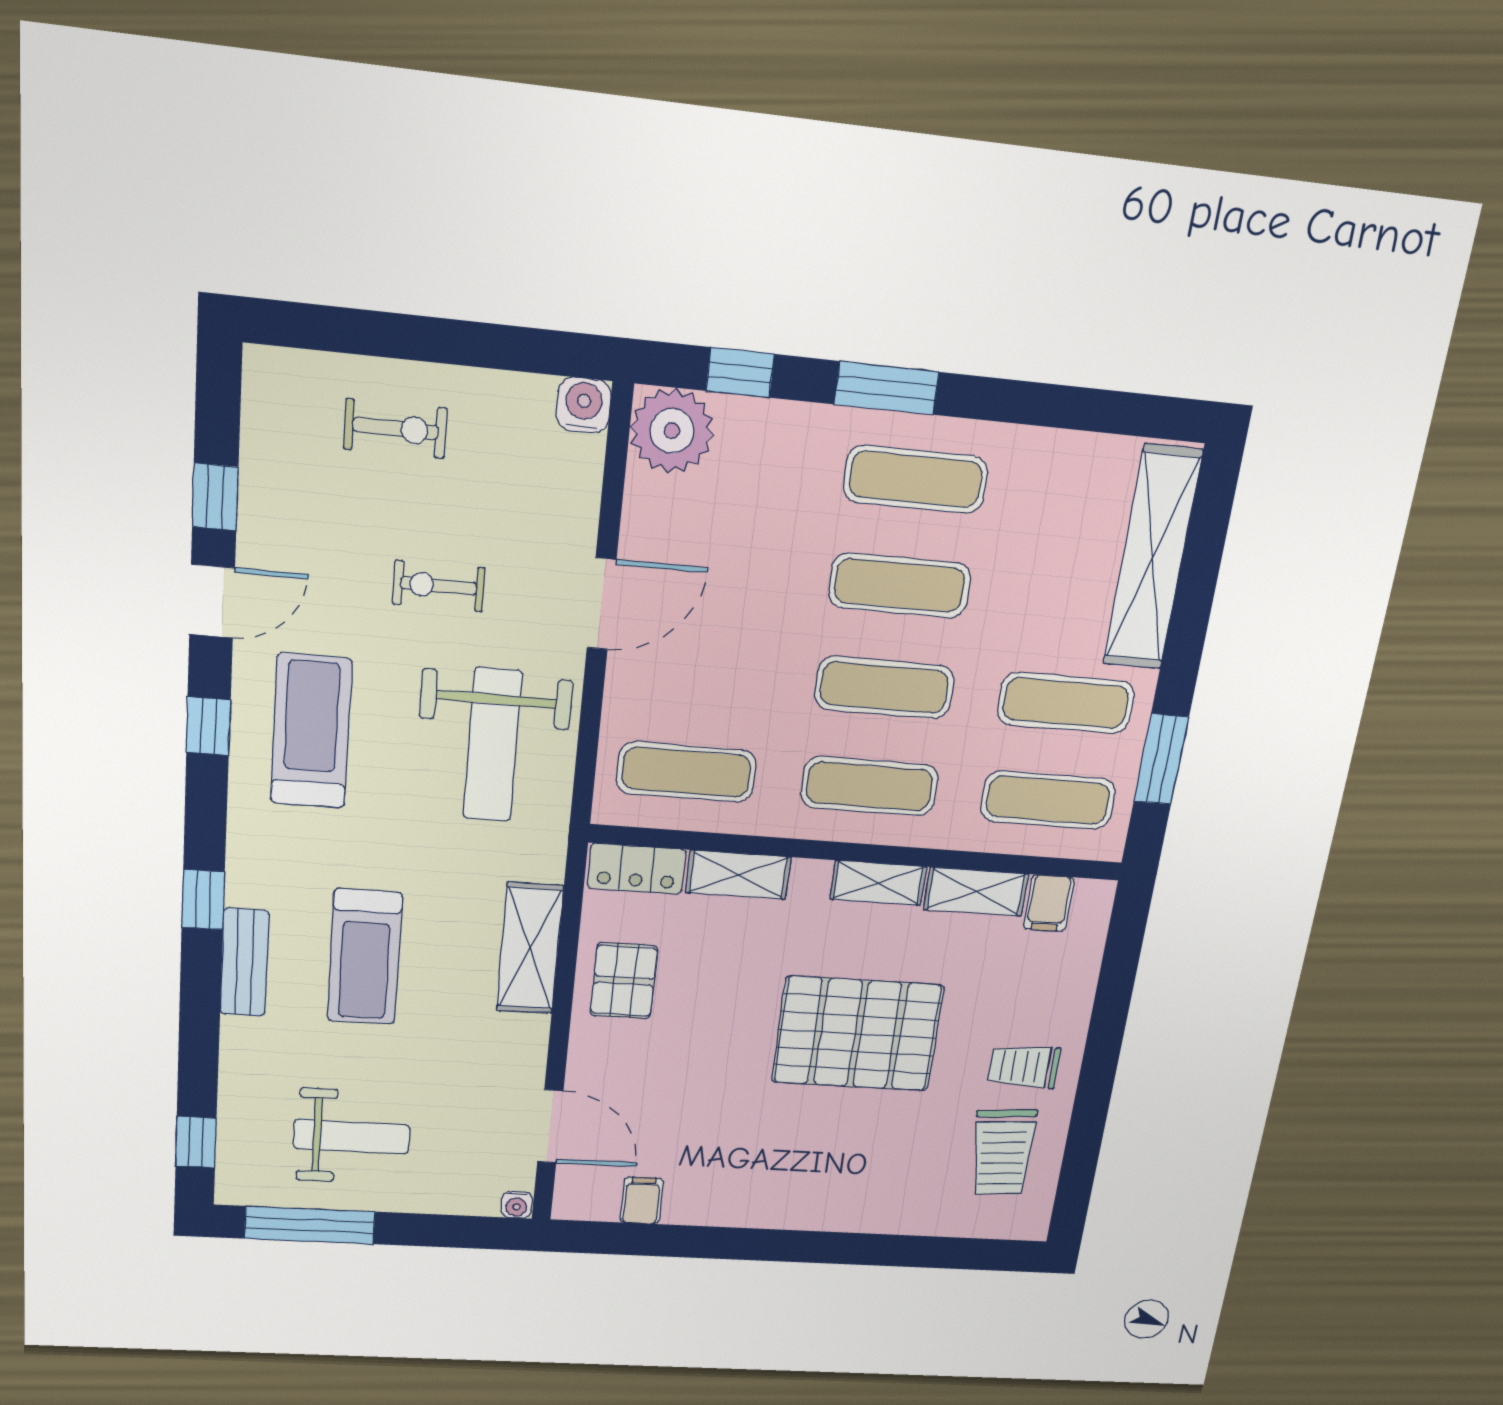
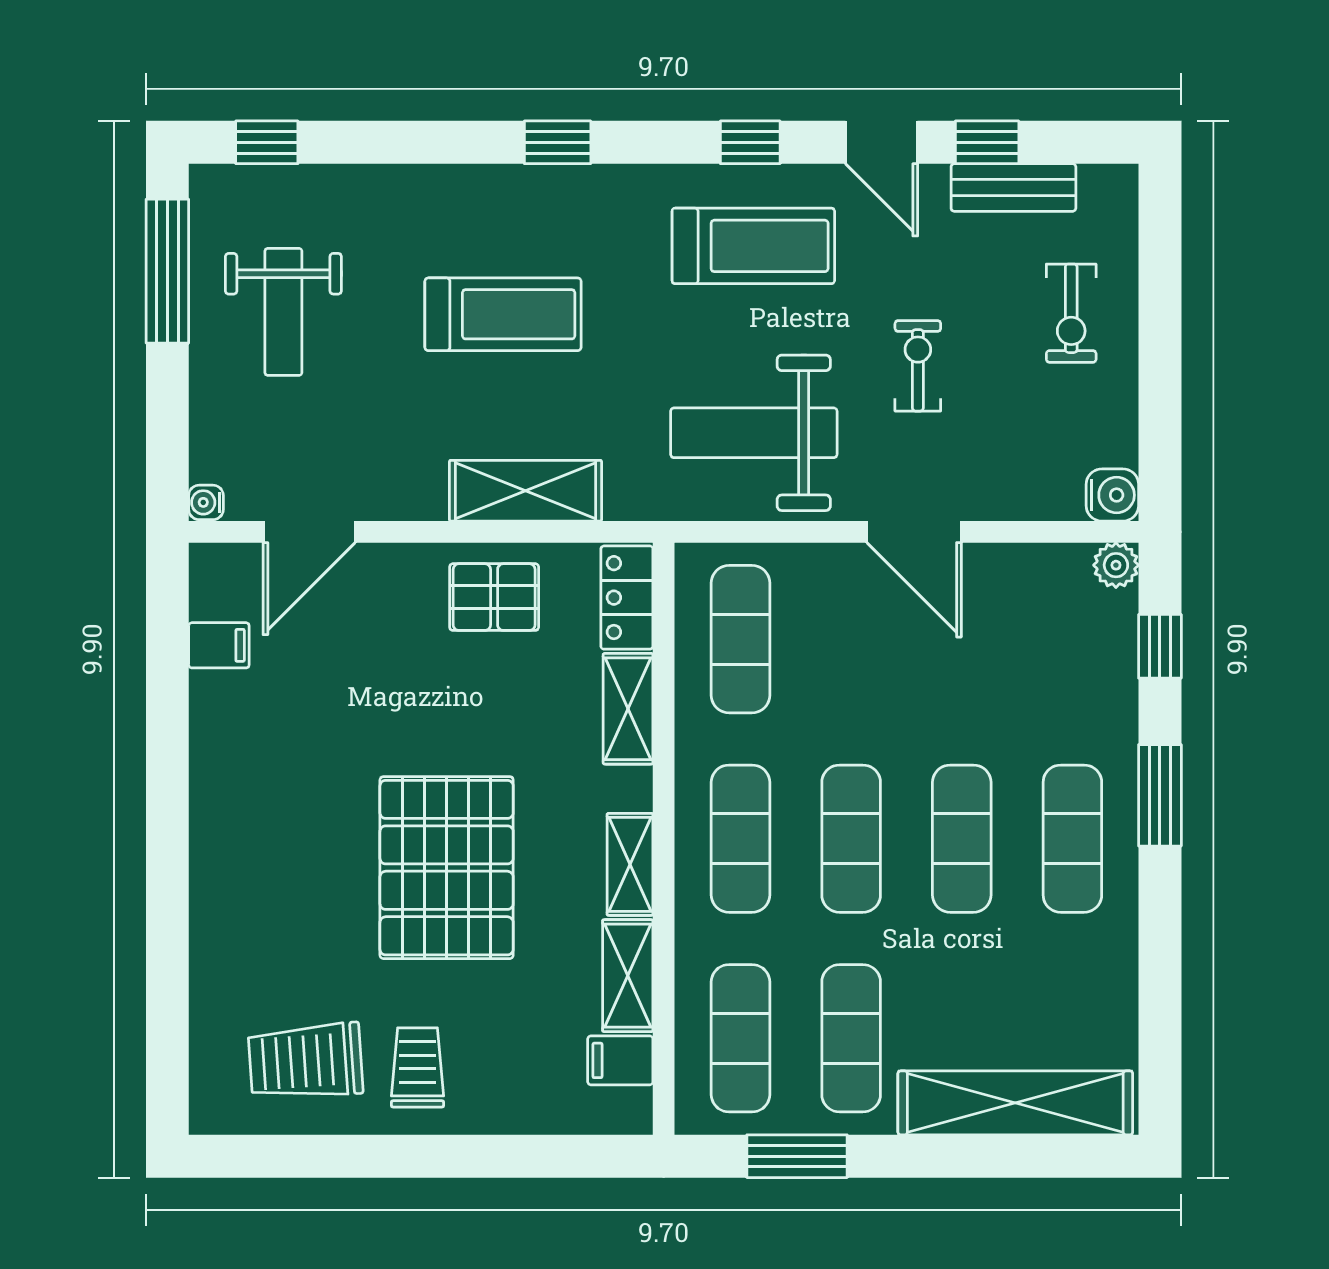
plant: (672, 431) -> (1116, 565), width x0.53, depth x0.53
treadmill: (365, 957) -> (503, 314), turned 180
bench: (244, 962) -> (1013, 188), moved

